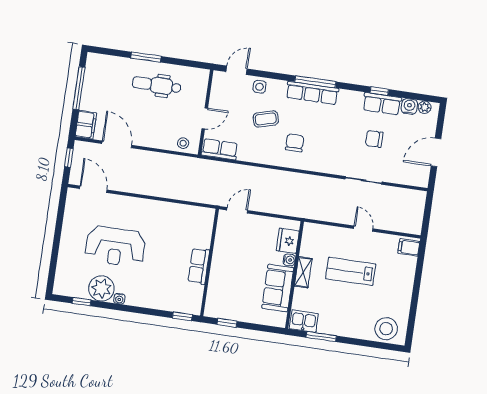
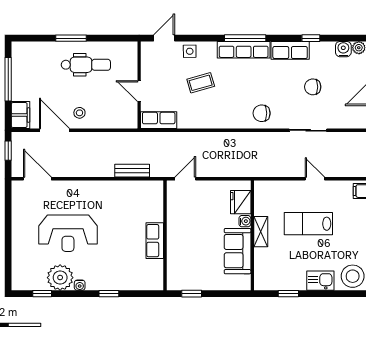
dental chair: (157, 85) -> (86, 65), turned 180
row of seats: (382, 104) -> (290, 50), moved
door: (205, 118) -> (139, 91), swing flipped
stool: (183, 143) -> (79, 113), moved
chair: (295, 143) -> (262, 113), moved, turned -90
bench: (187, 195) -> (132, 171), added
window: (182, 316) -> (109, 294), moved
kitchen sink: (304, 321) -> (320, 281), moved
window: (321, 337) -> (288, 294), width x0.67

